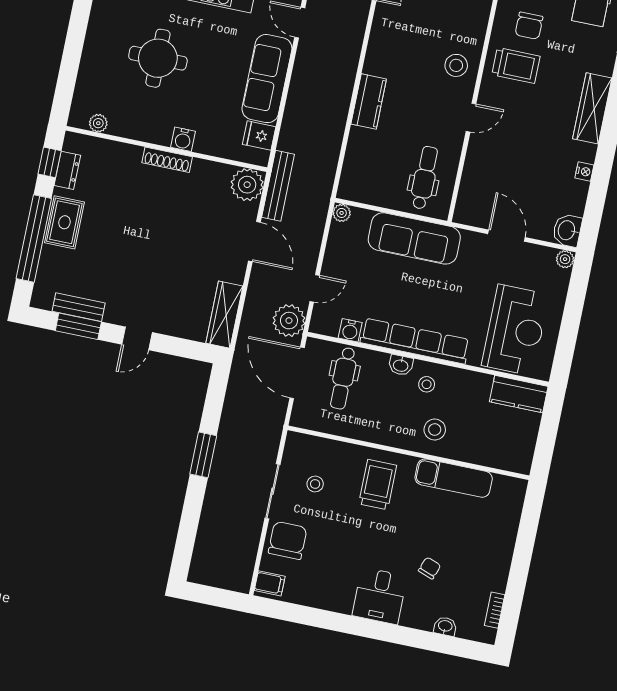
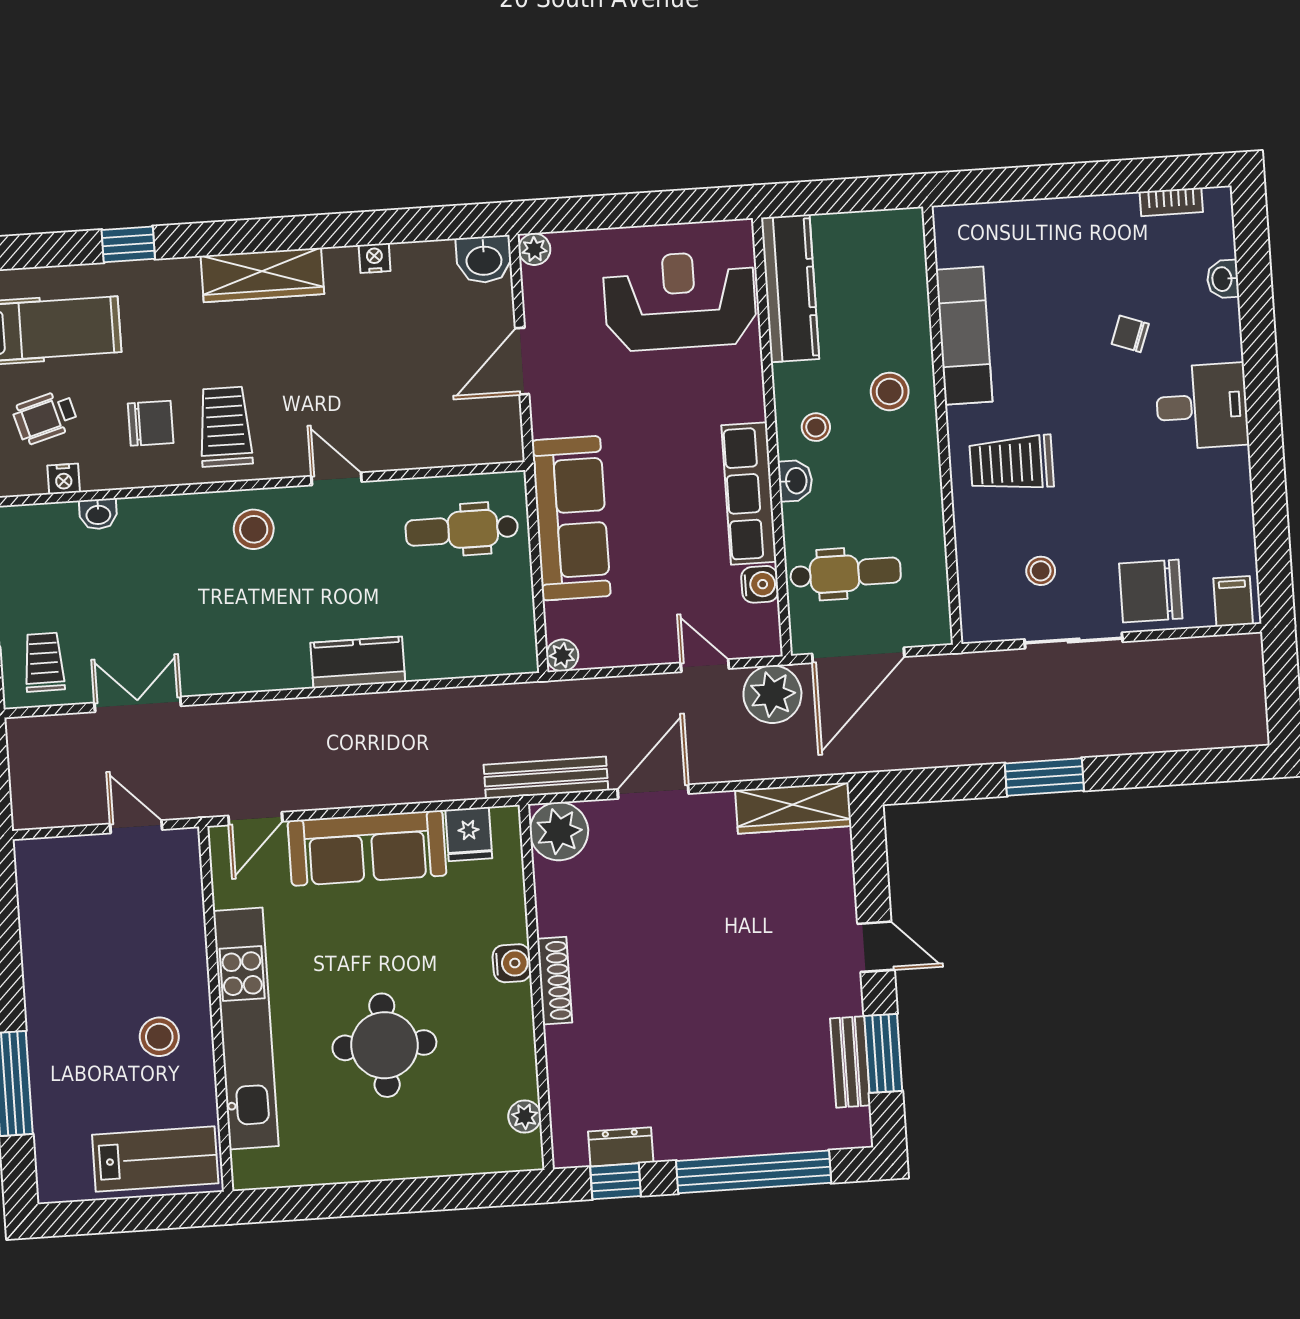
rug: (64, 222) -> (711, 1127), removed
row of seats: (415, 341) -> (749, 493), width x0.73
kitchen counter: (519, 394) -> (790, 288), width x1.50

